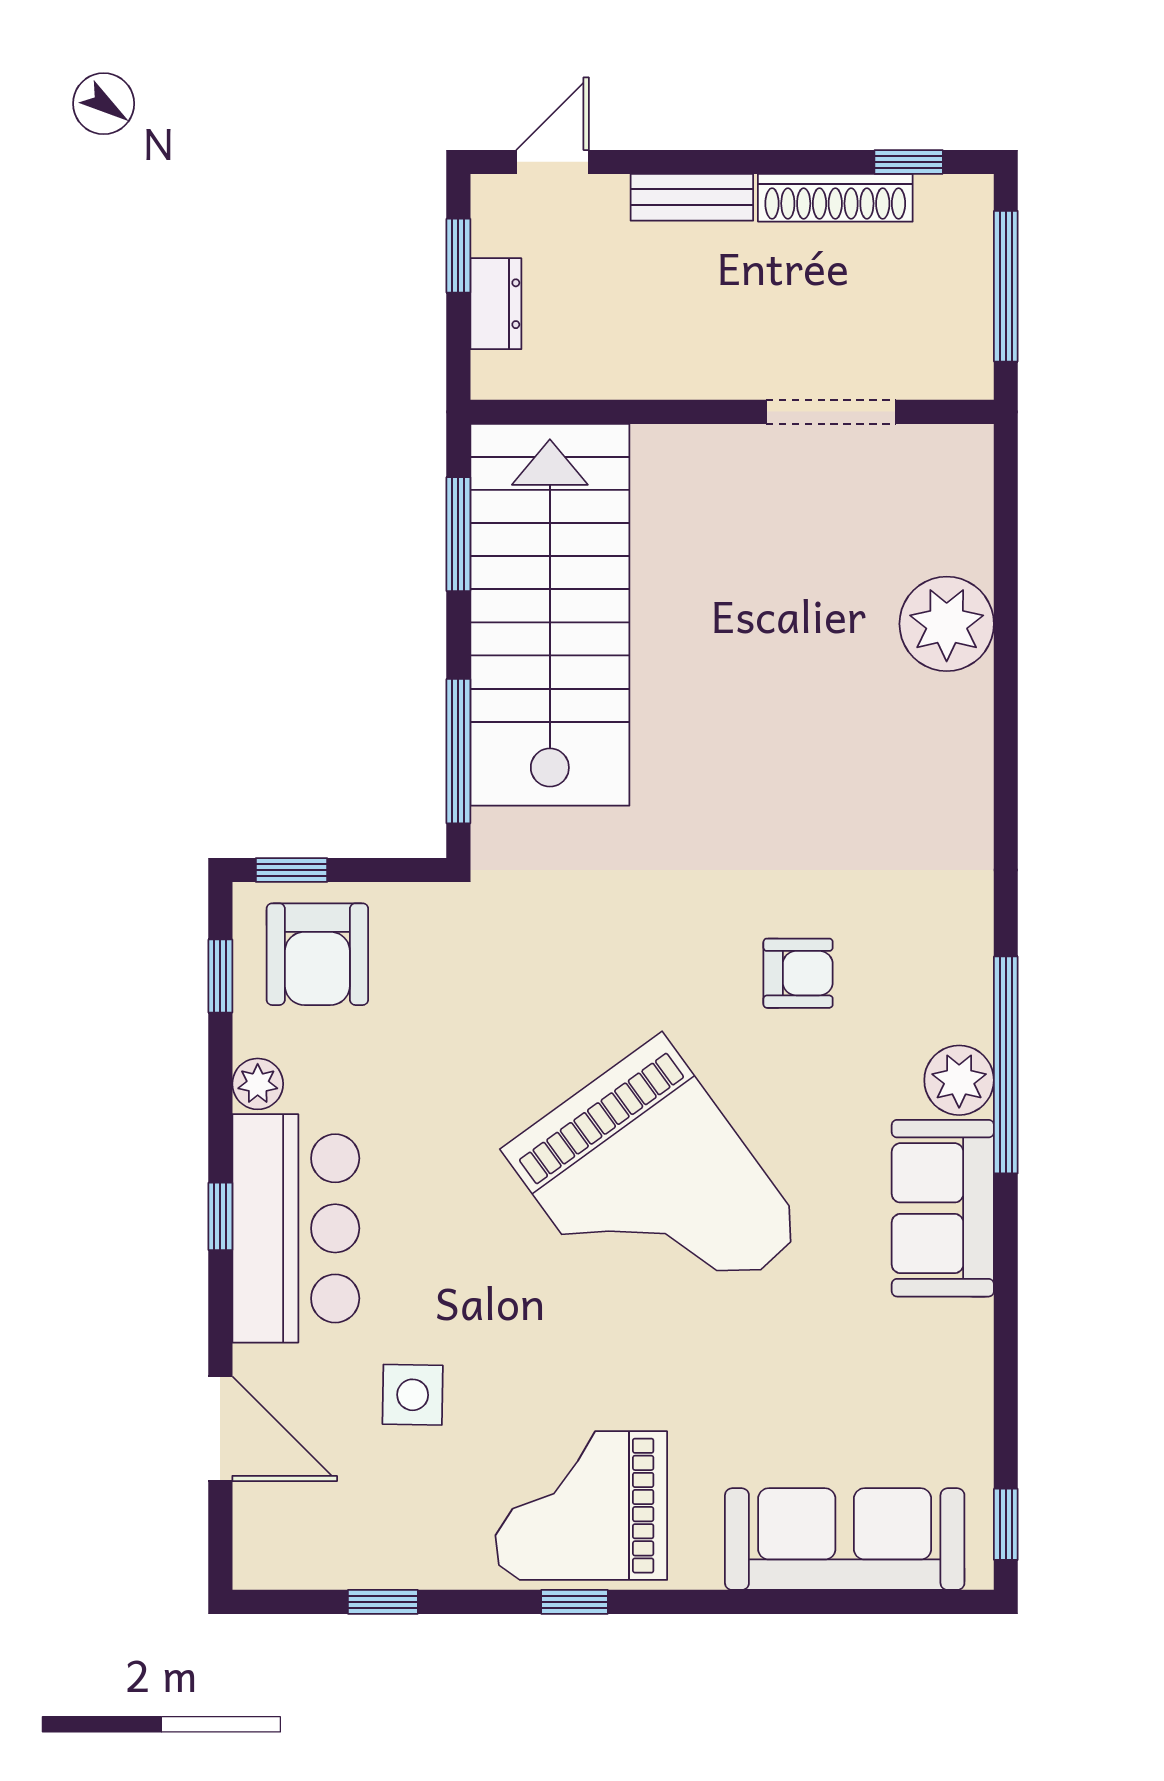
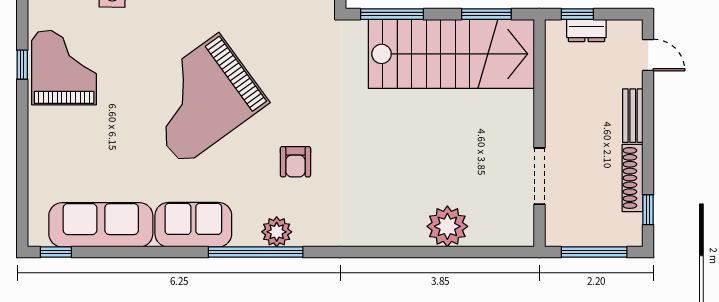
window: (458, 256) -> (577, 14), moved
plant: (959, 1080) -> (277, 232), moved
sofa: (845, 1539) -> (101, 225), moved, turned -90

